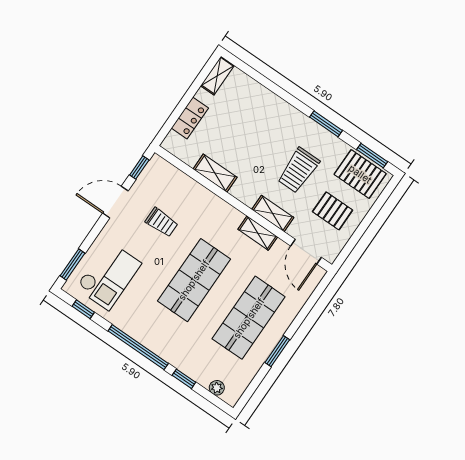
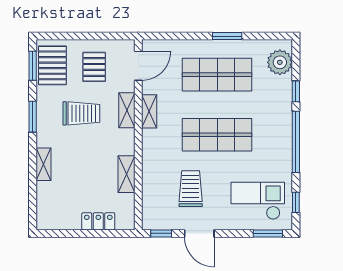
shelving: (217, 76) -> (43, 164), moved, turned 90
trolley: (162, 222) -> (191, 189), width x1.36, depth x1.39
plant: (217, 388) -> (280, 62), width x1.88, depth x1.88

